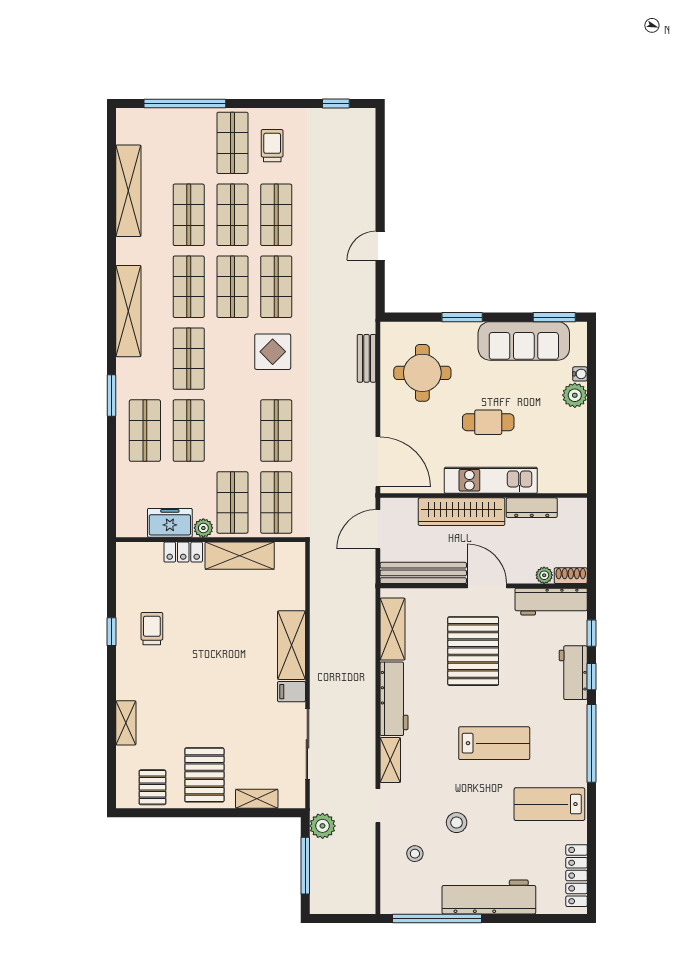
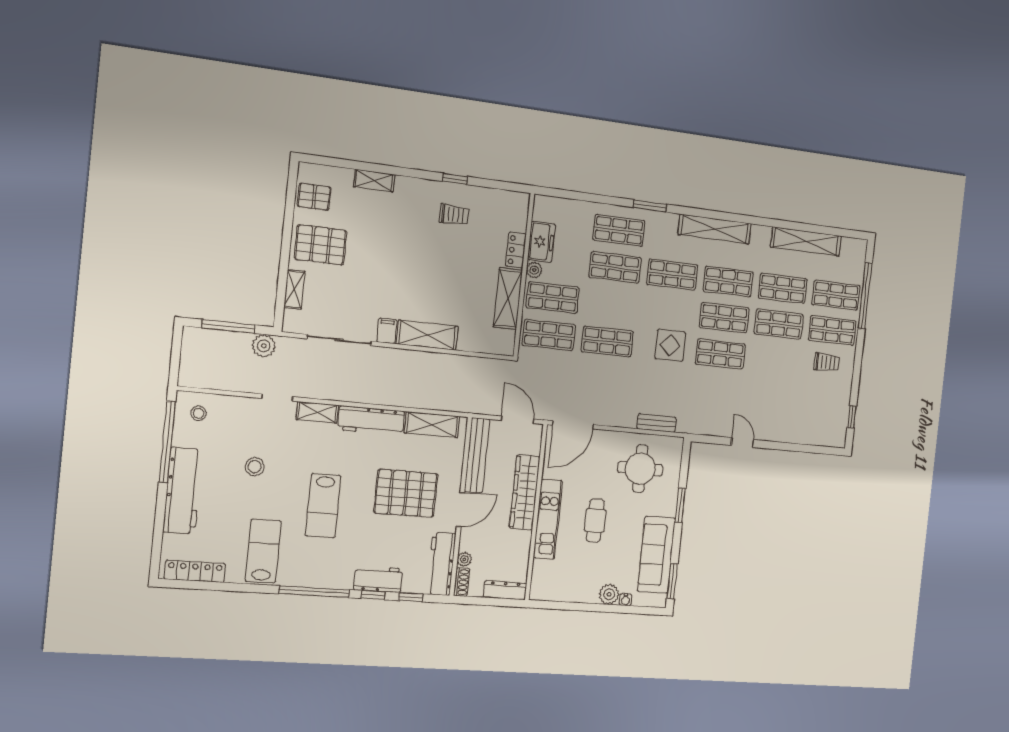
shop shelf: (276, 215) -> (836, 295), moved
dresser: (532, 508) -> (505, 590), moved, turned 90
stool: (415, 854) -> (199, 413), moved

